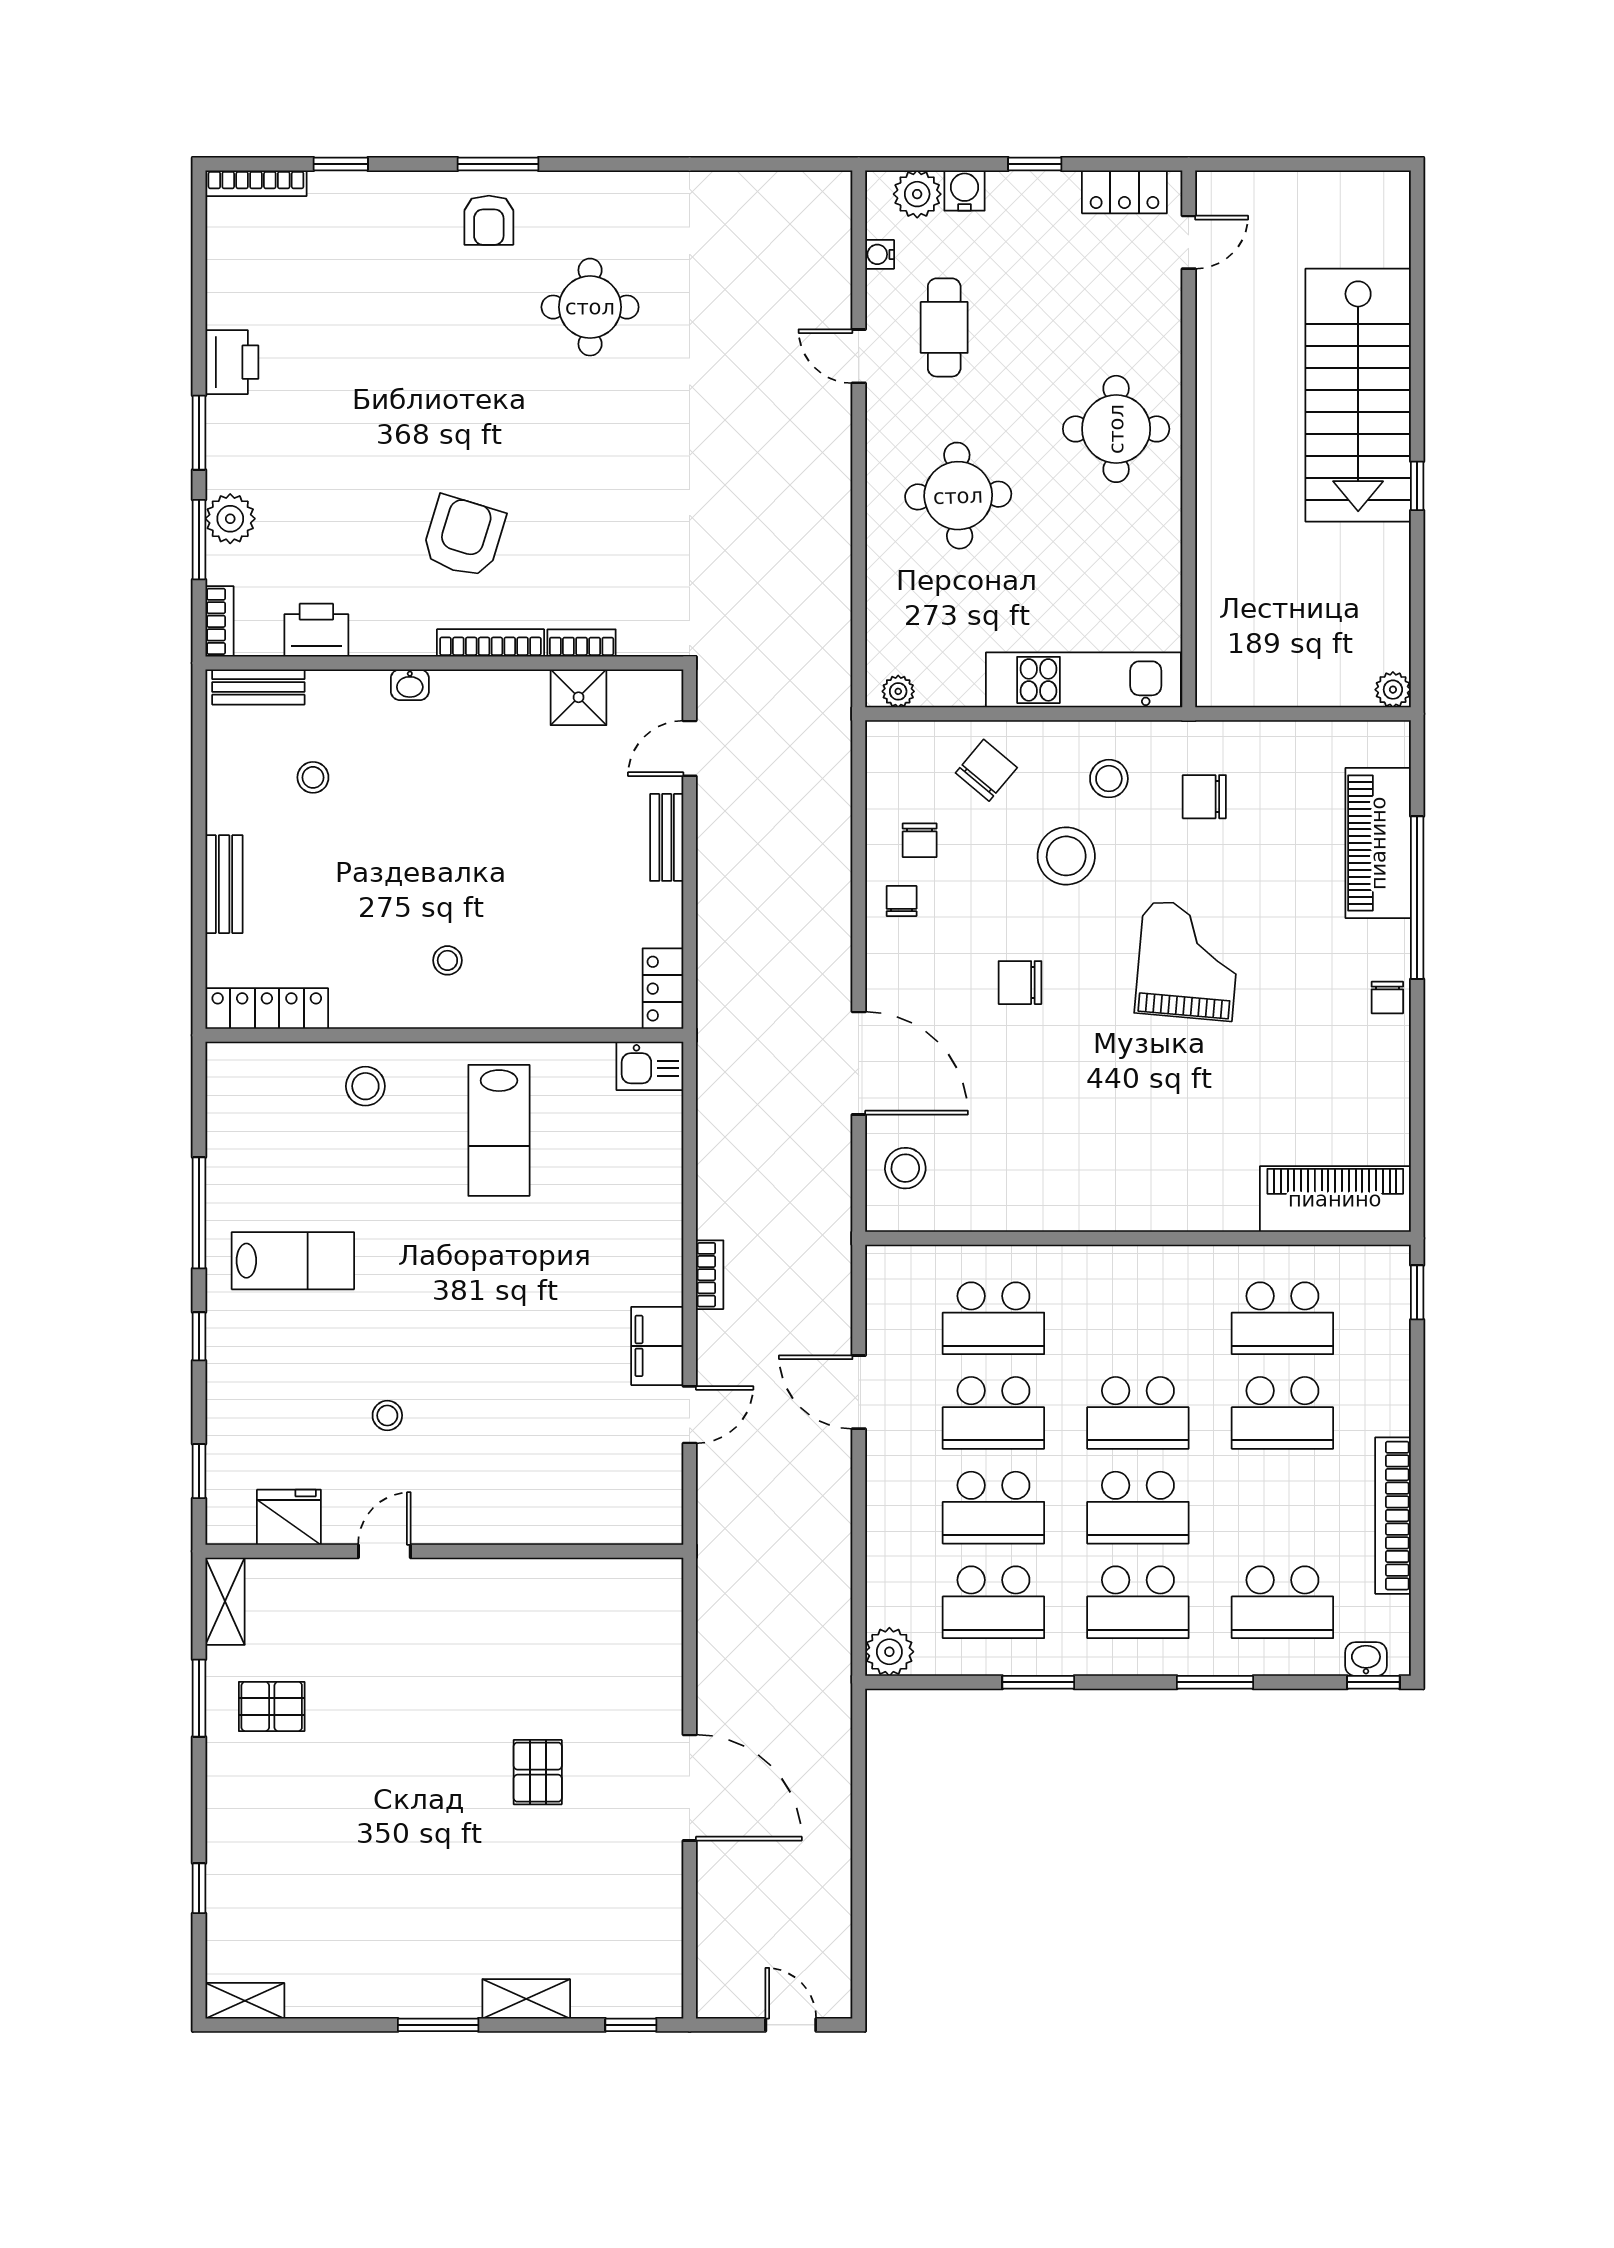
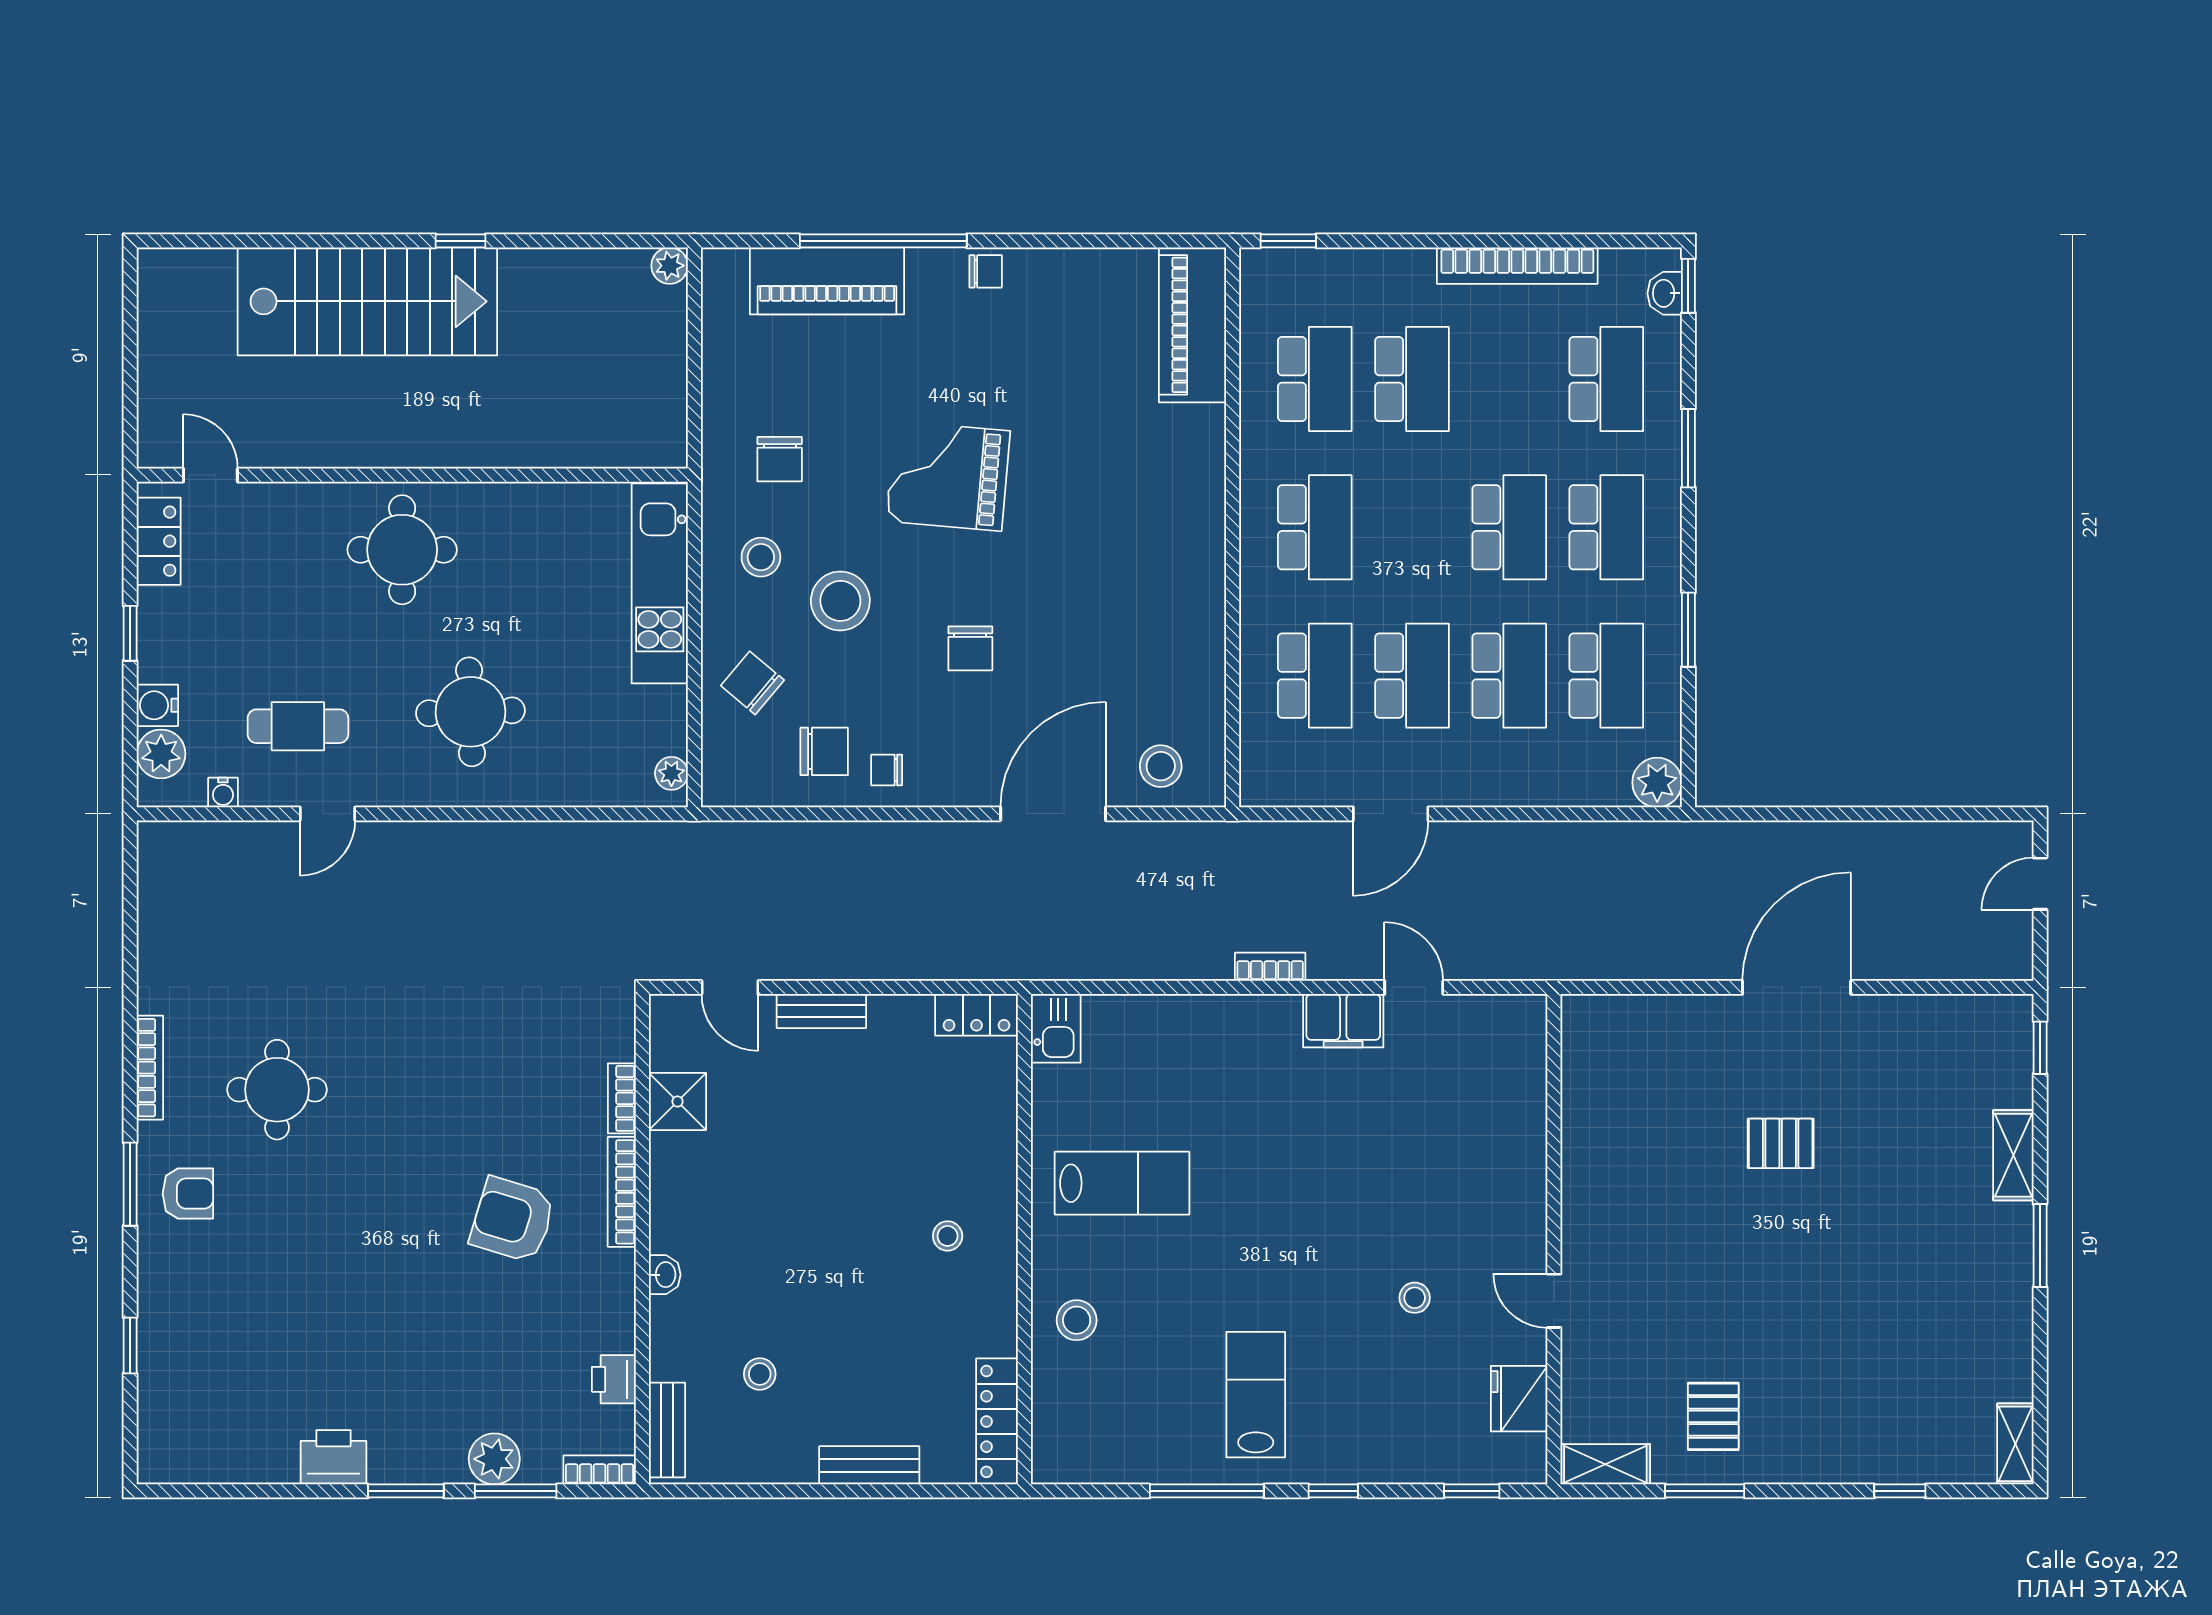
bookcase: (256, 183) -> (150, 1068), moved
printer: (316, 630) -> (614, 1379), width x0.73, depth x0.81
chair: (920, 840) -> (824, 751), width x1.37, depth x1.37
school desk: (1138, 1413) -> (1315, 527), moved

